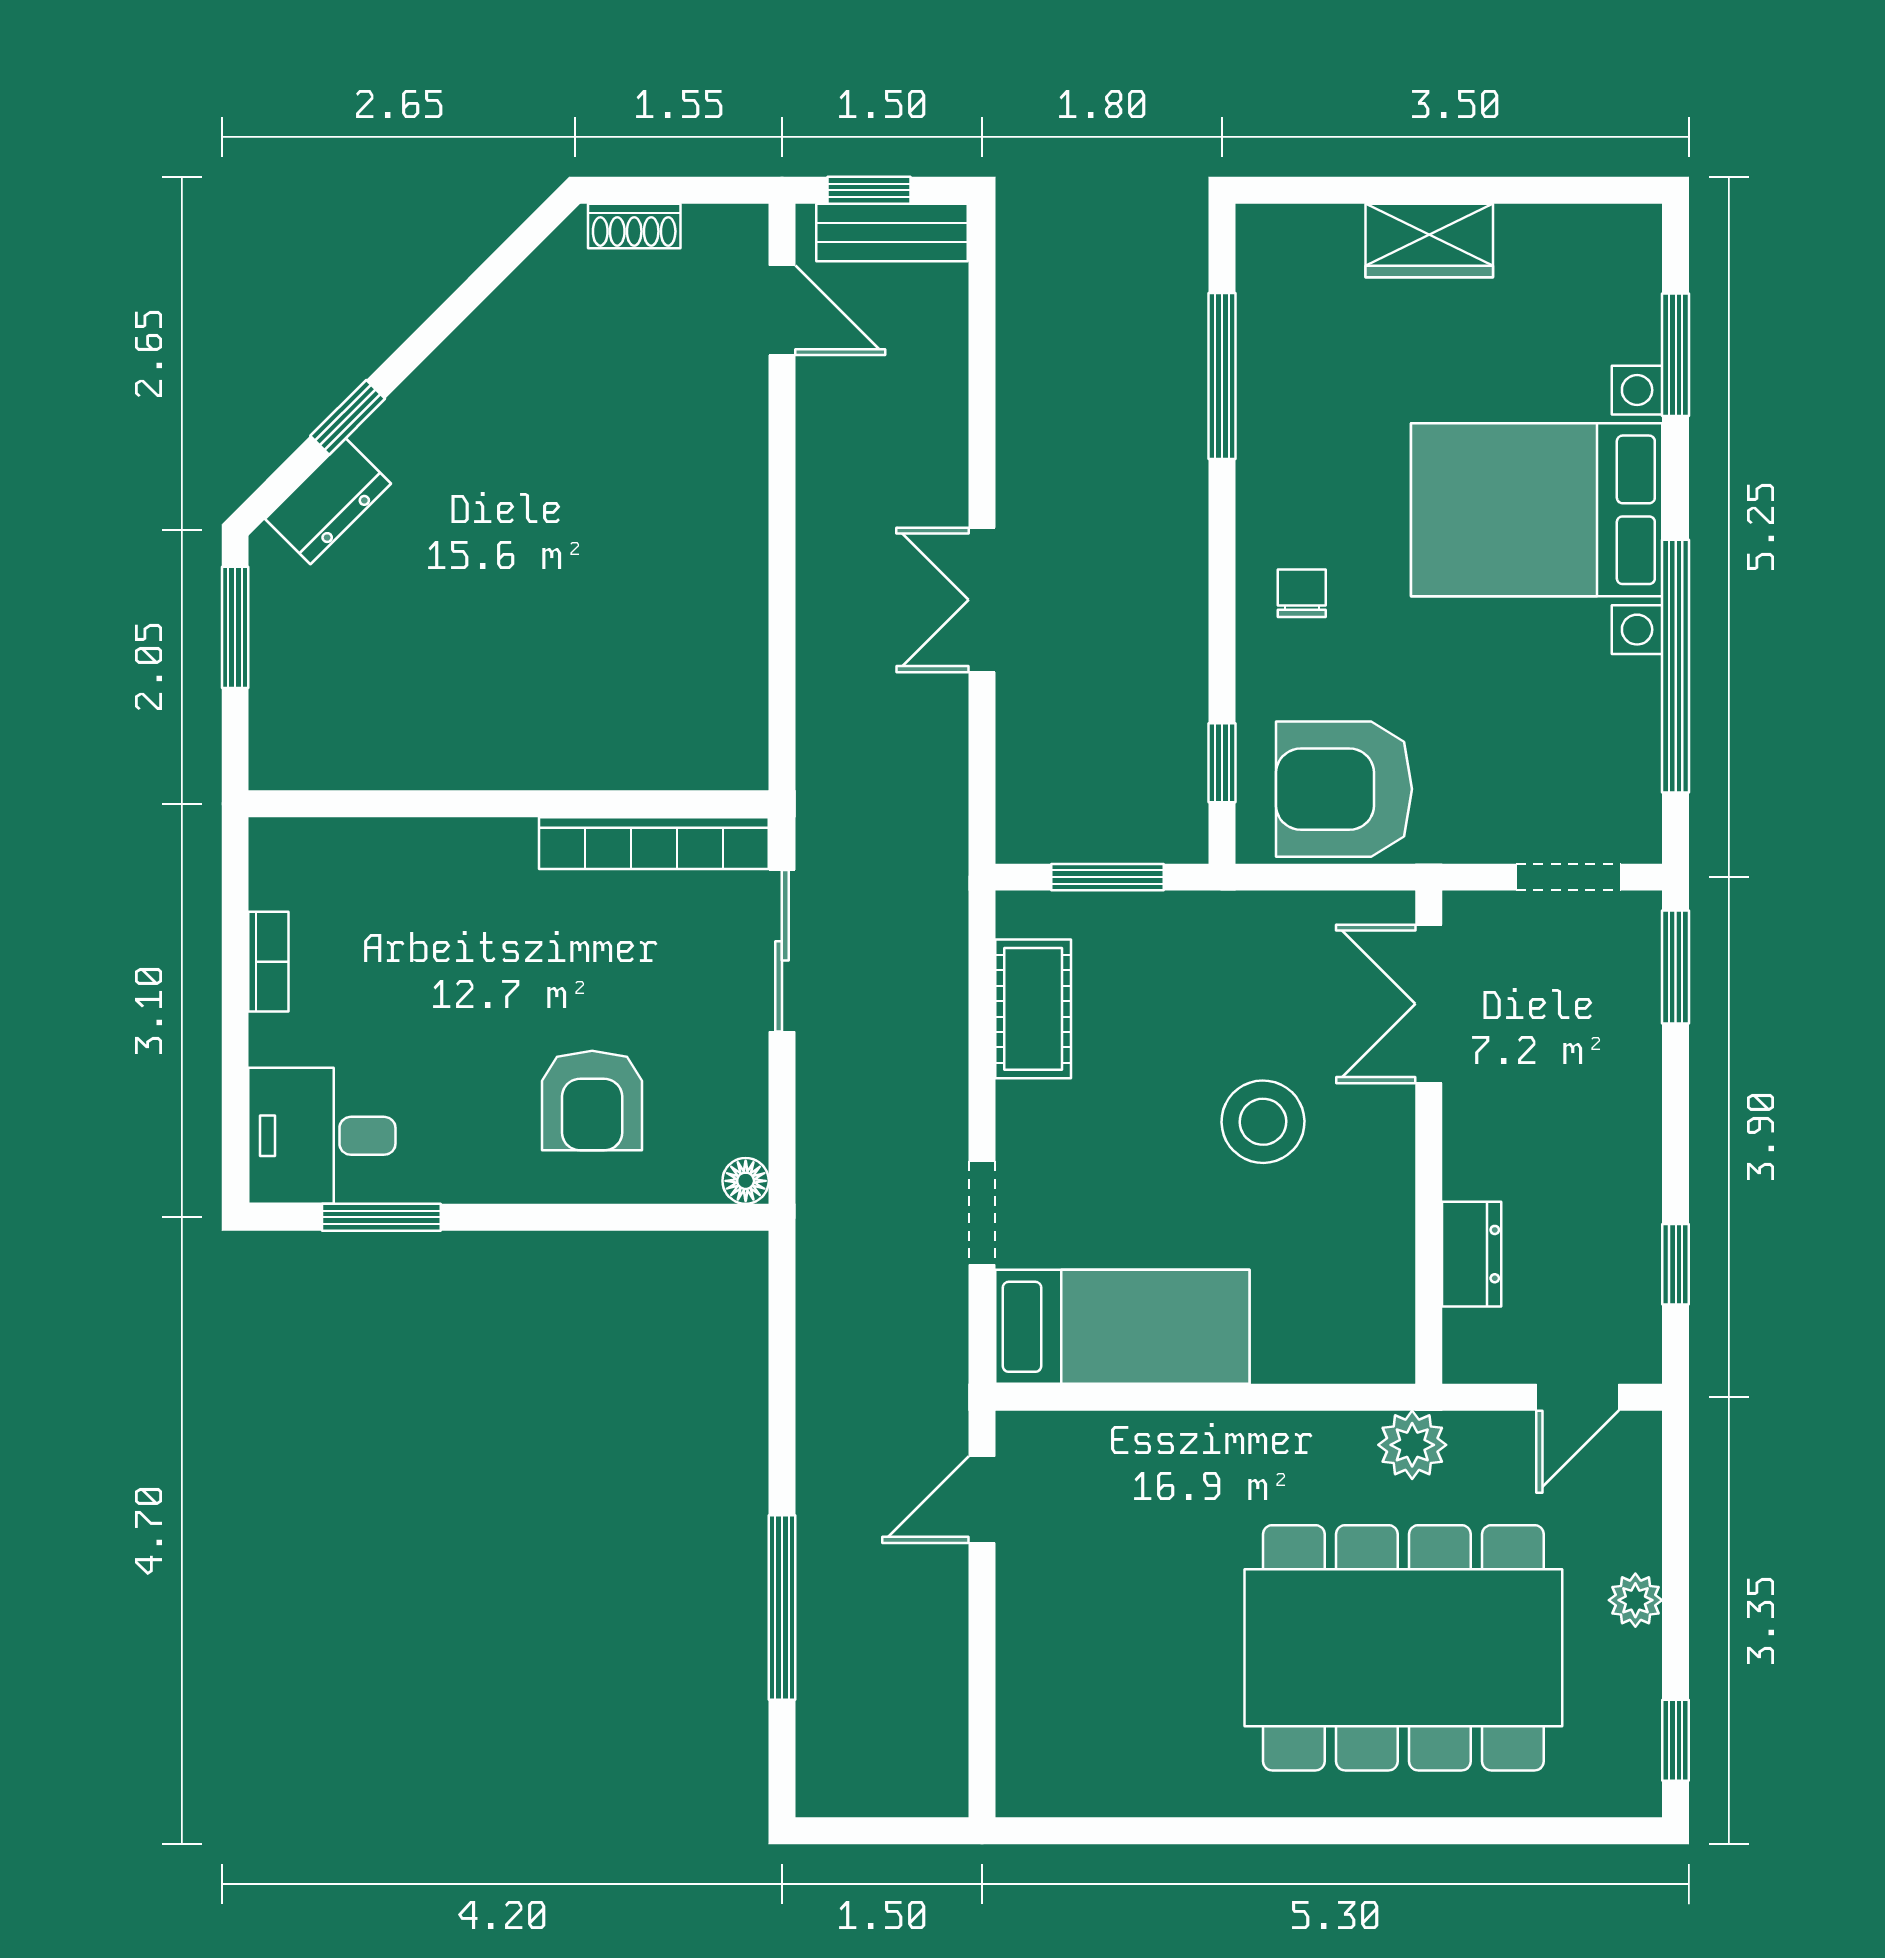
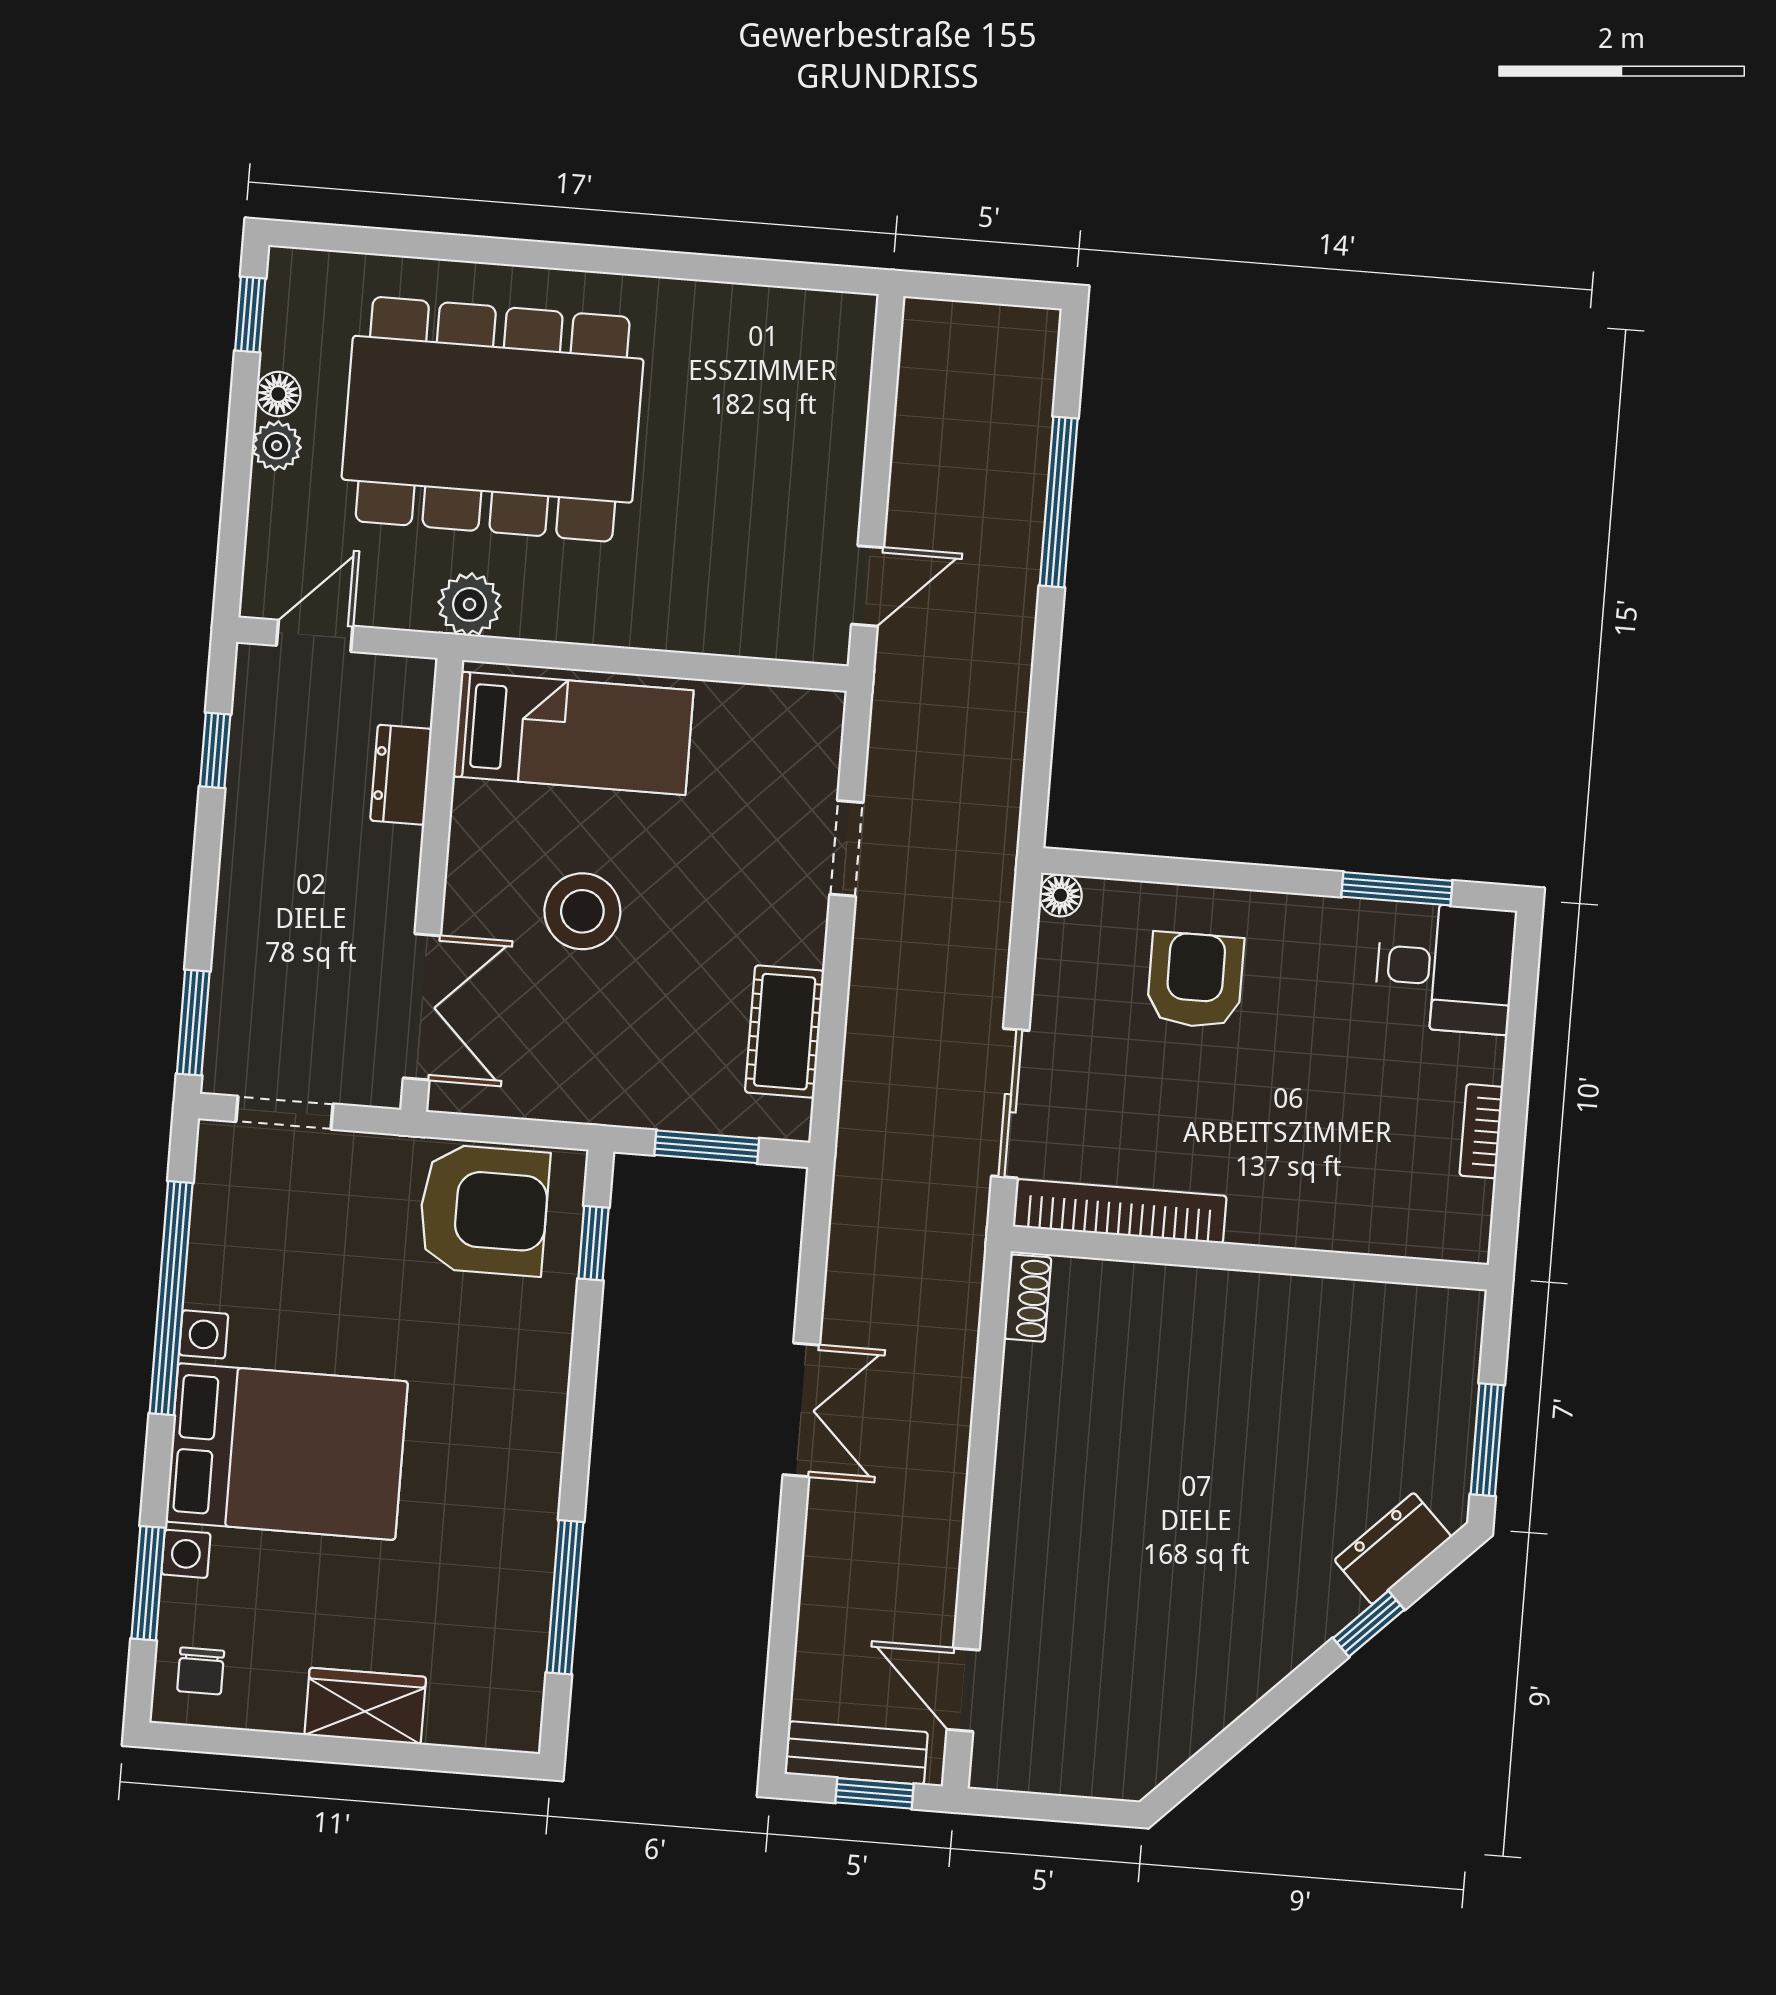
shoe rack: (634, 226) -> (1028, 1298), moved, turned 90
chair: (1302, 593) -> (201, 1671), moved
bed: (1122, 1327) -> (573, 733), moved, turned 180
floor lamp: (1638, 1656) -> (278, 394), added

